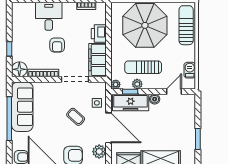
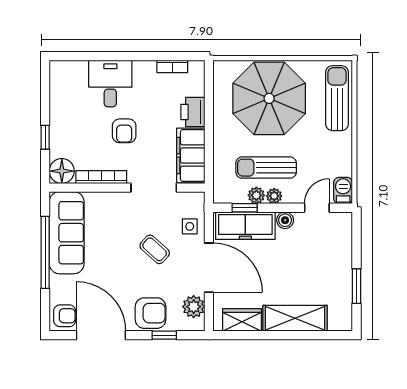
barbecue: (190, 70) -> (343, 191), moved
plant: (116, 84) -> (274, 196), moved

